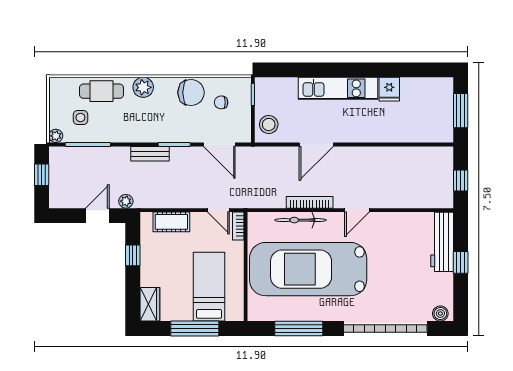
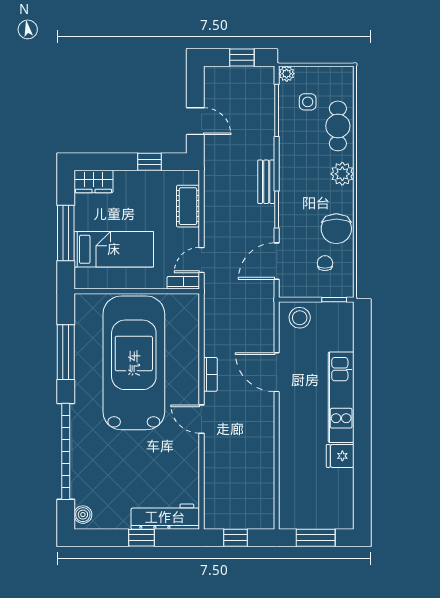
plant: (126, 201) -> (212, 154), removed
bookcase: (310, 202) -> (210, 374), width x0.64
bicycle: (300, 220) -> (190, 354), removed

